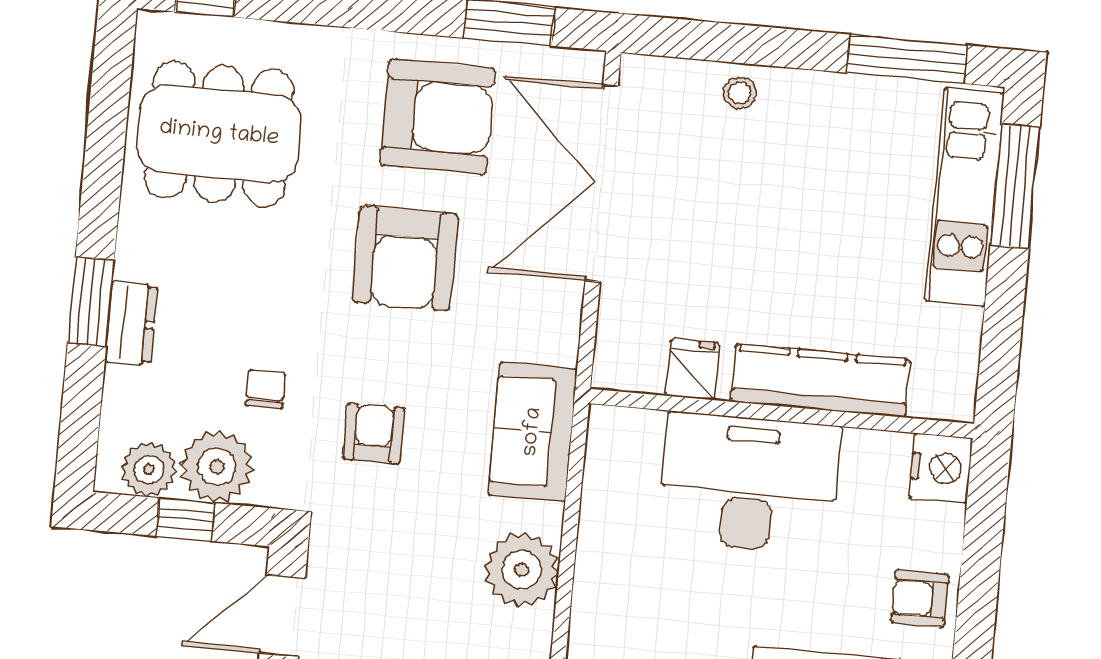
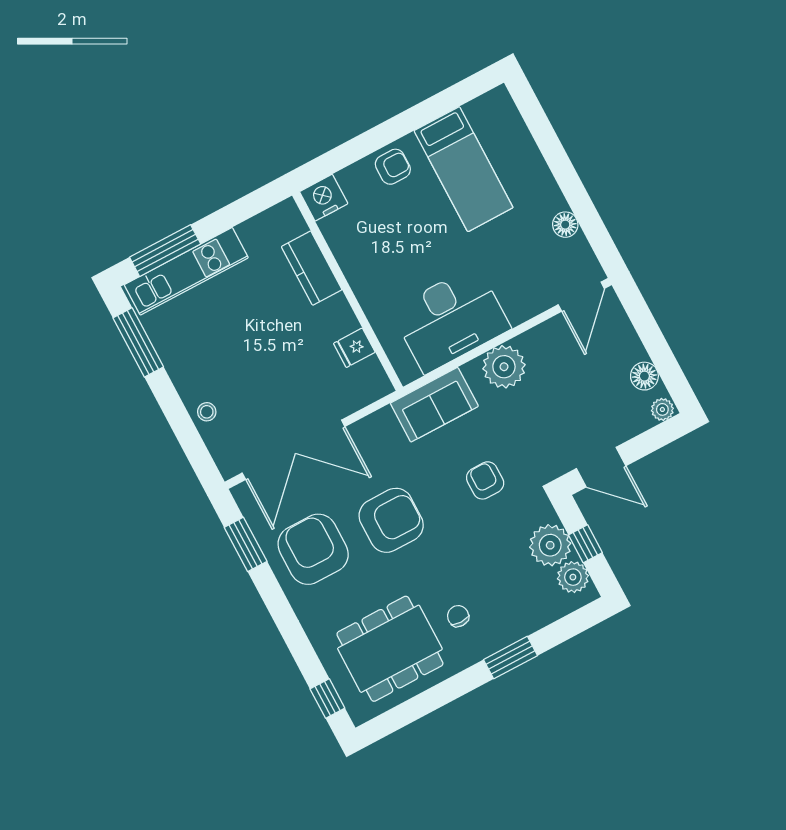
dining table: (219, 134) -> (390, 649), turned 90
dresser: (131, 323) -> (508, 631), removed
kitchen counter: (820, 381) -> (312, 268), width x0.67
chair: (266, 389) -> (458, 616), moved, turned 90
armchair: (374, 434) -> (485, 480), turned 90
desk: (749, 483) -> (451, 319), moved, turned -90
armchair: (920, 599) -> (393, 167), turned -90

